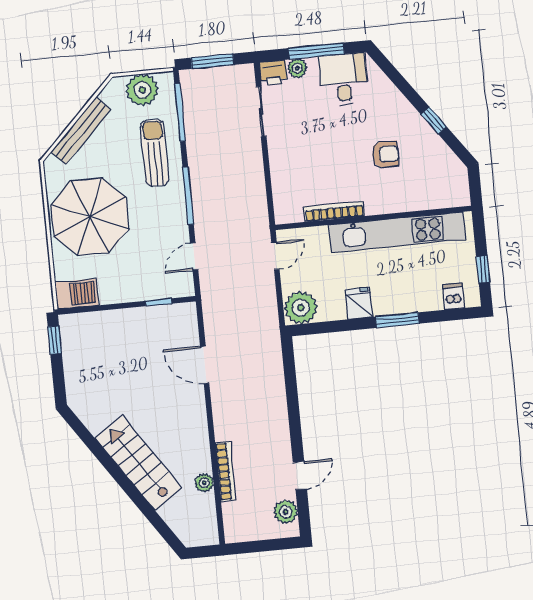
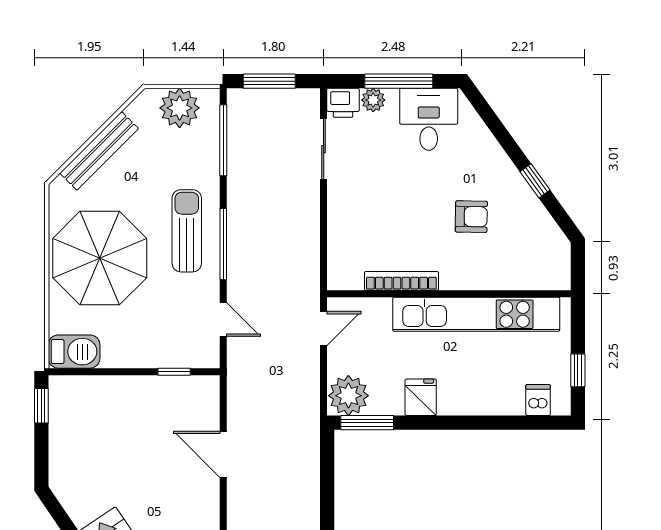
sun lounger: (155, 153) -> (187, 231), moved
door: (194, 256) -> (223, 319), swing flipped
window: (397, 320) -> (367, 423), moved

